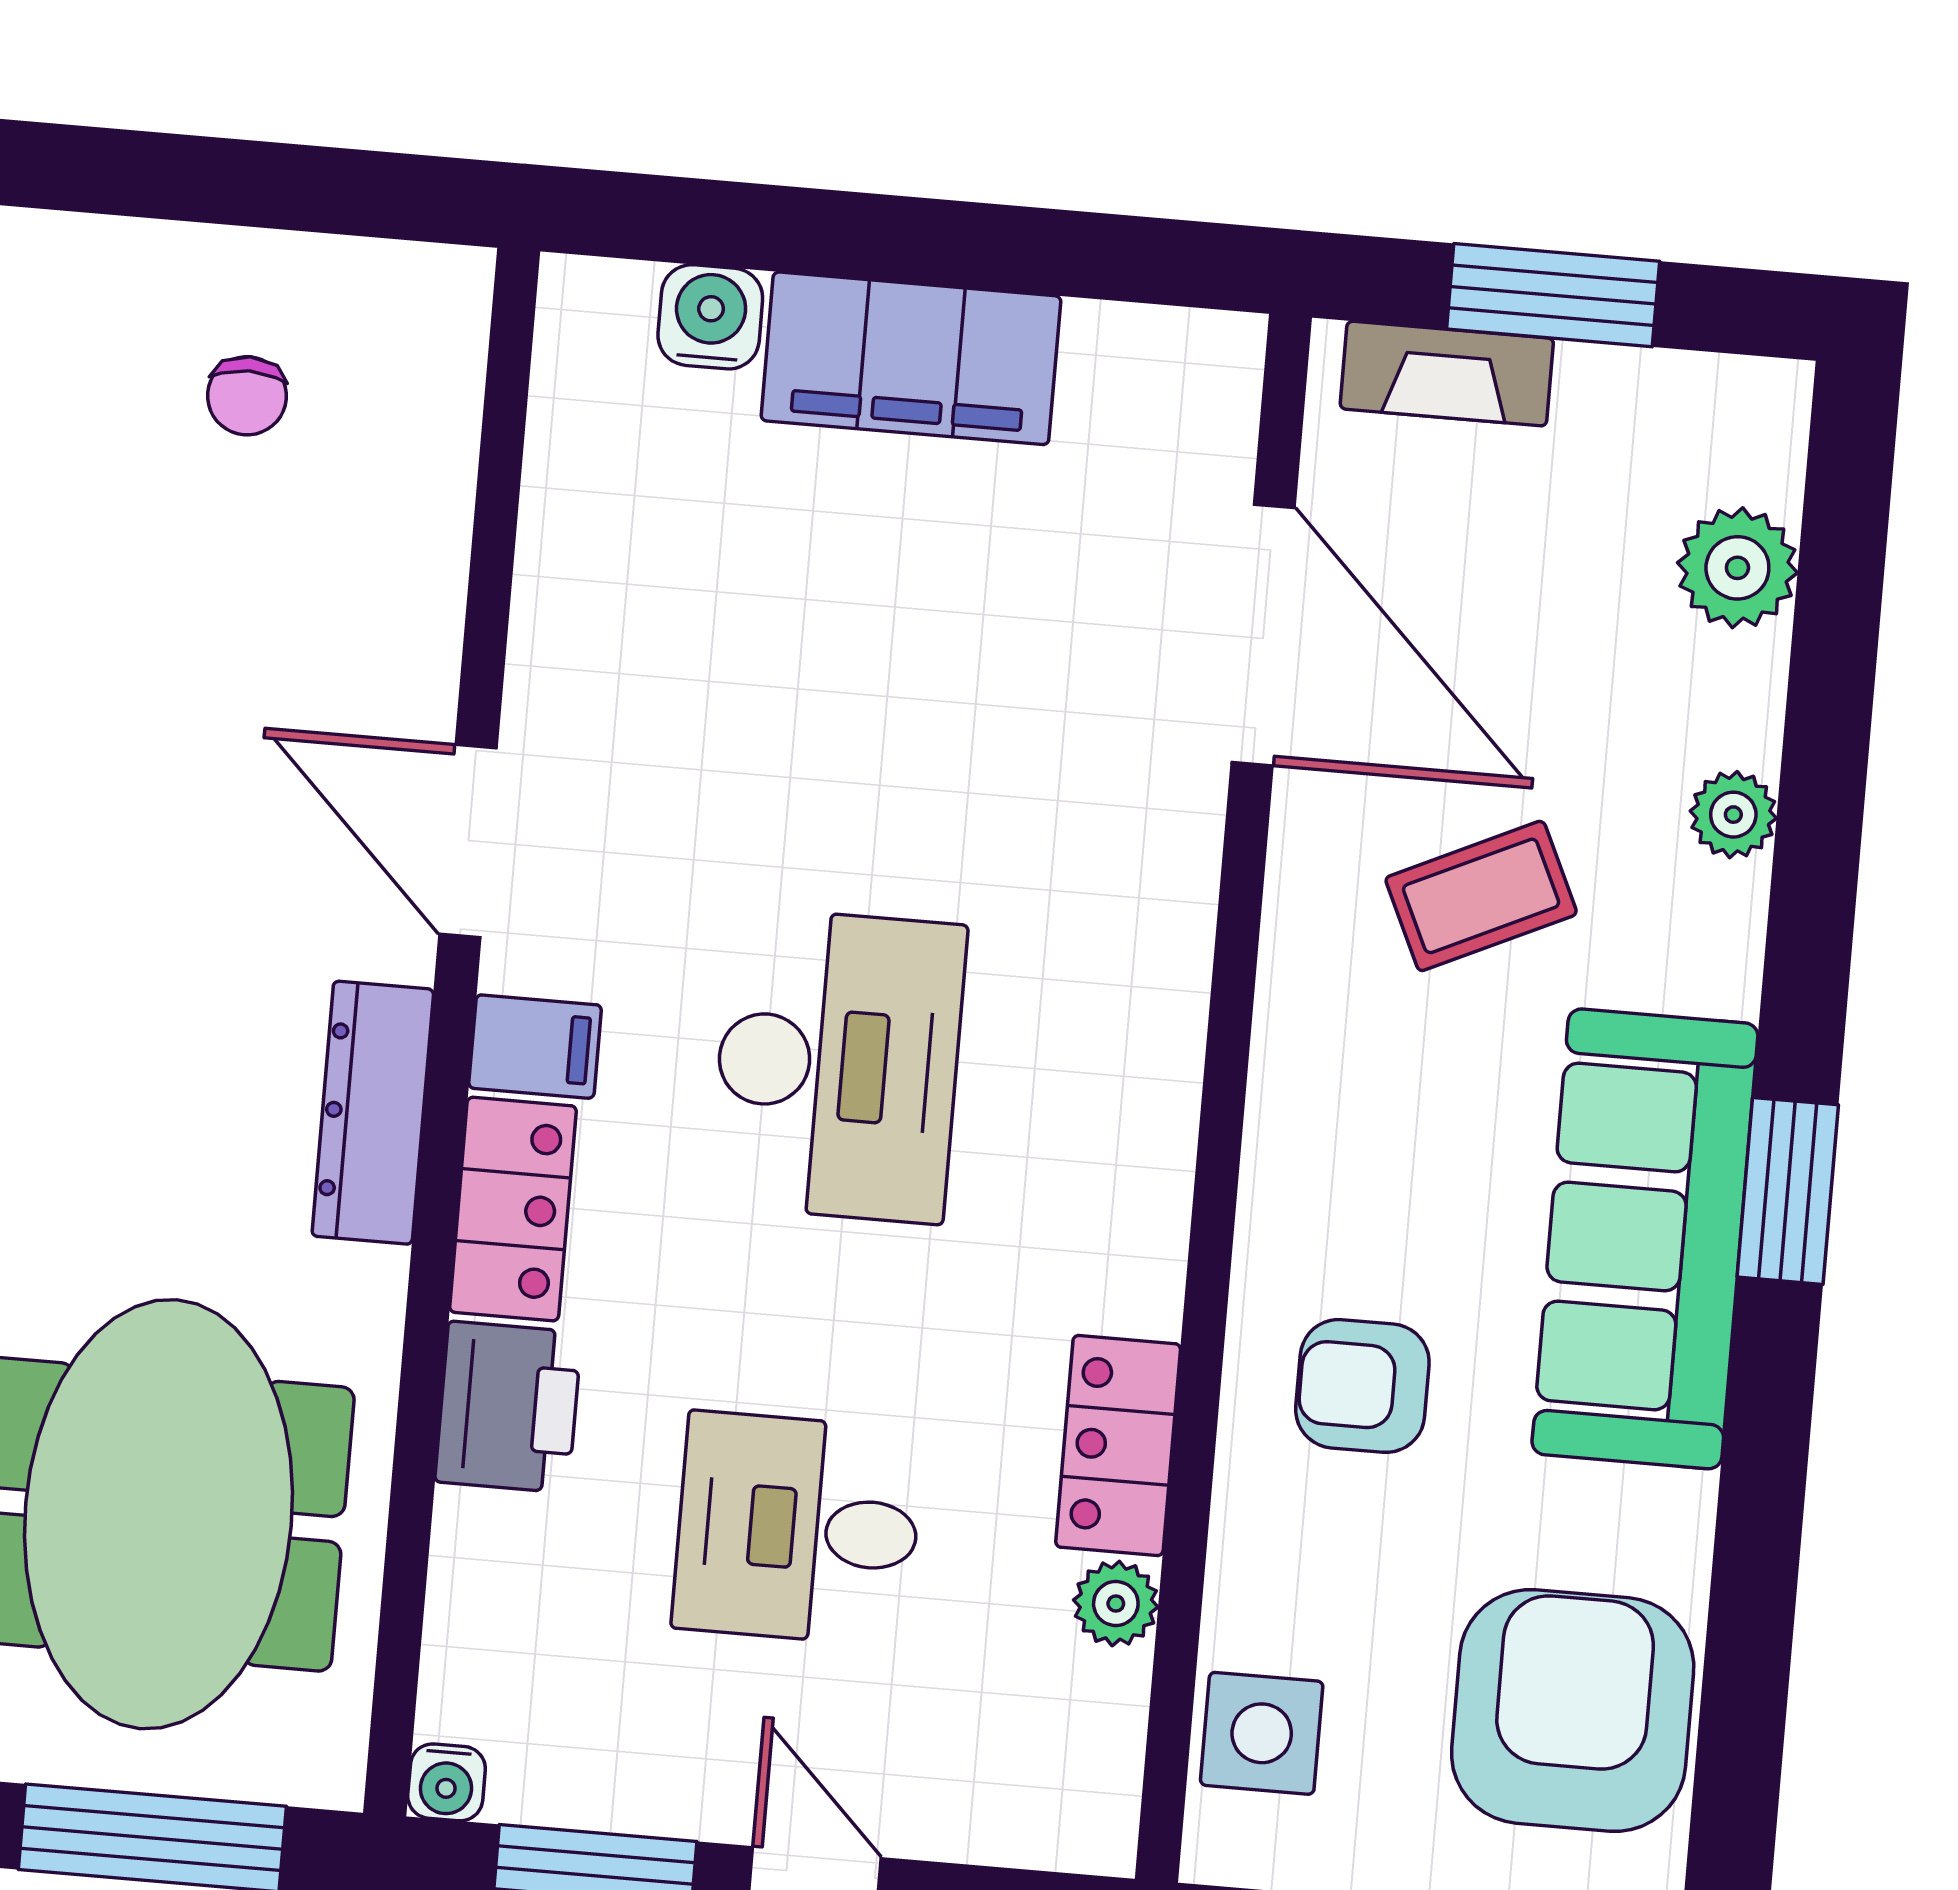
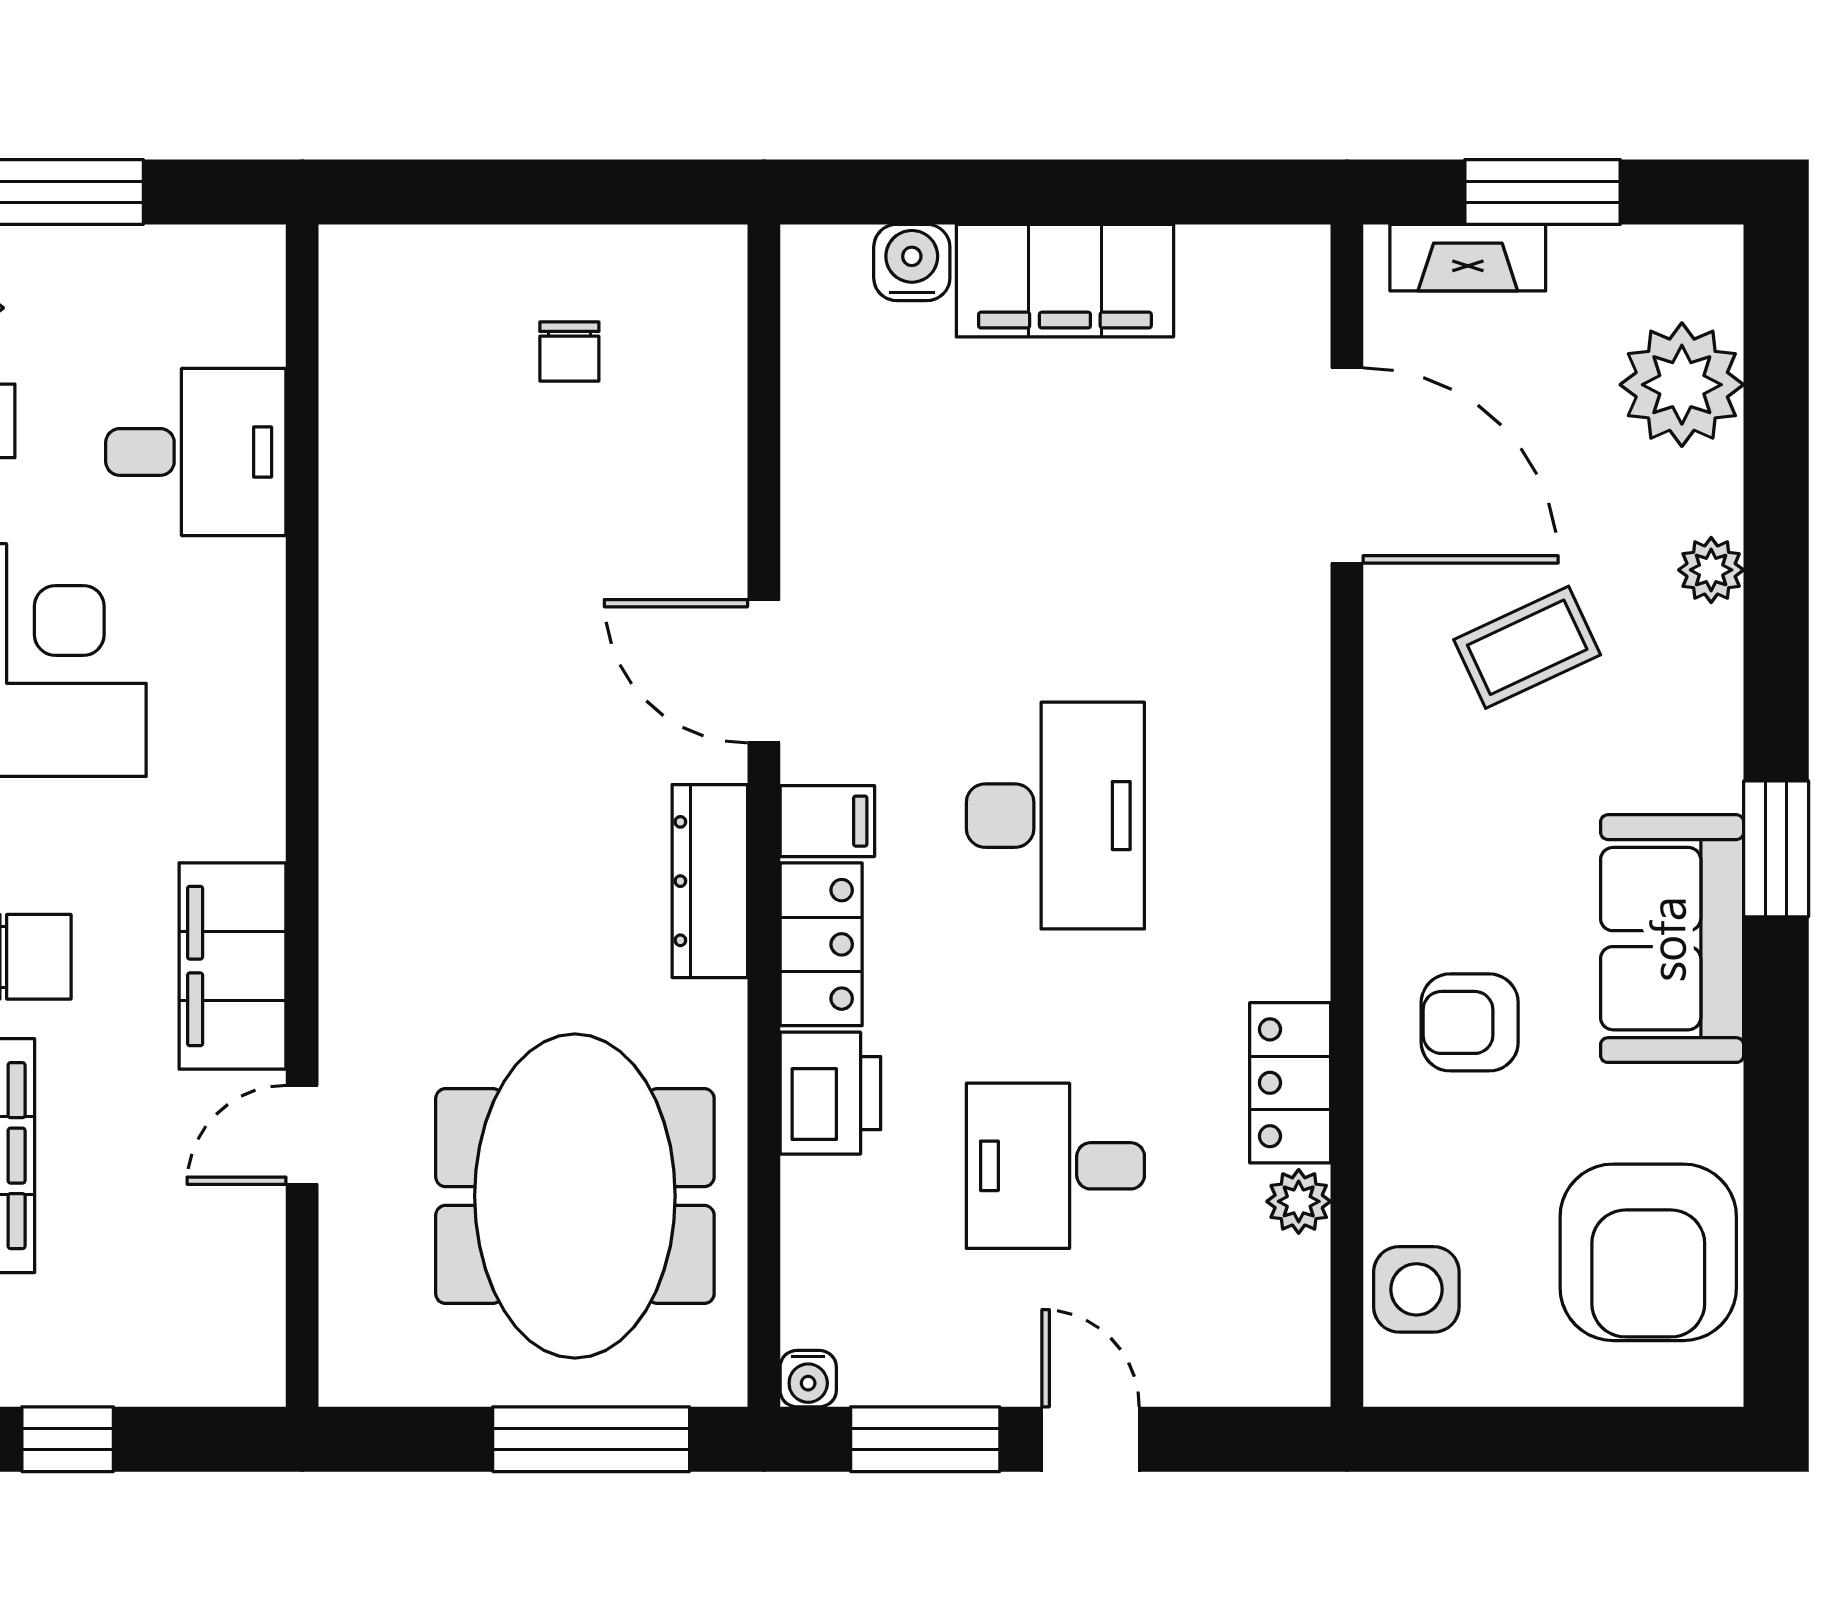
plant: (1737, 568) -> (1682, 385), width x1.36, depth x1.36
sofa: (1645, 1239) -> (1672, 939), width x0.73
armchair: (1573, 1710) -> (1648, 1252), turned 180

